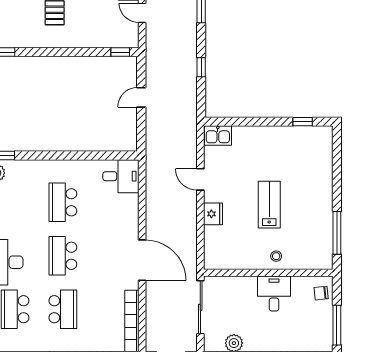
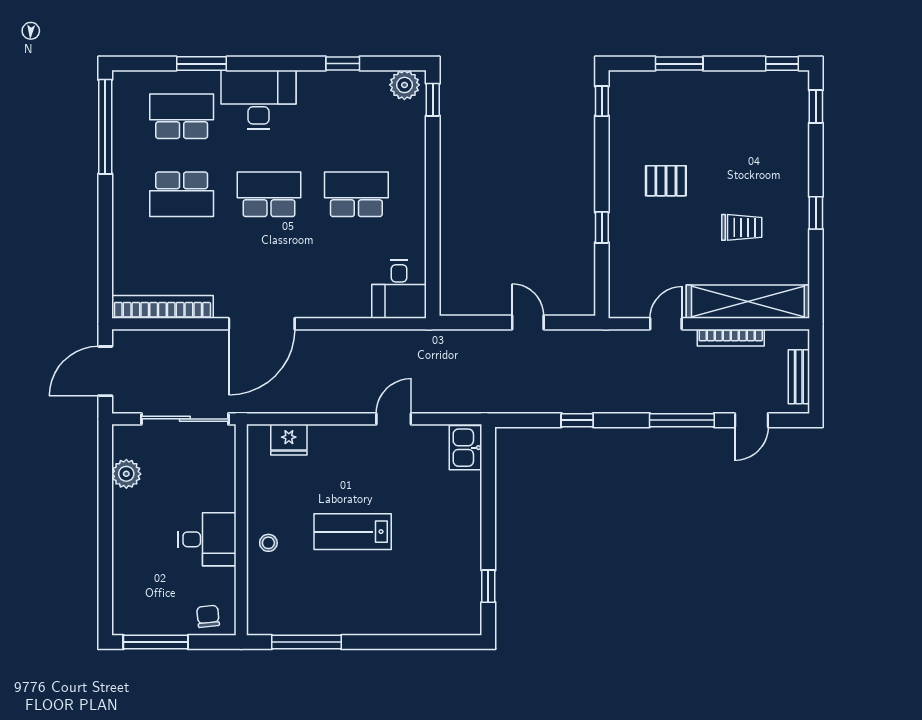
window: (120, 52) -> (602, 227), moved
lab bench: (269, 205) -> (353, 532), turned 180
fridge: (213, 214) -> (289, 440), moved

